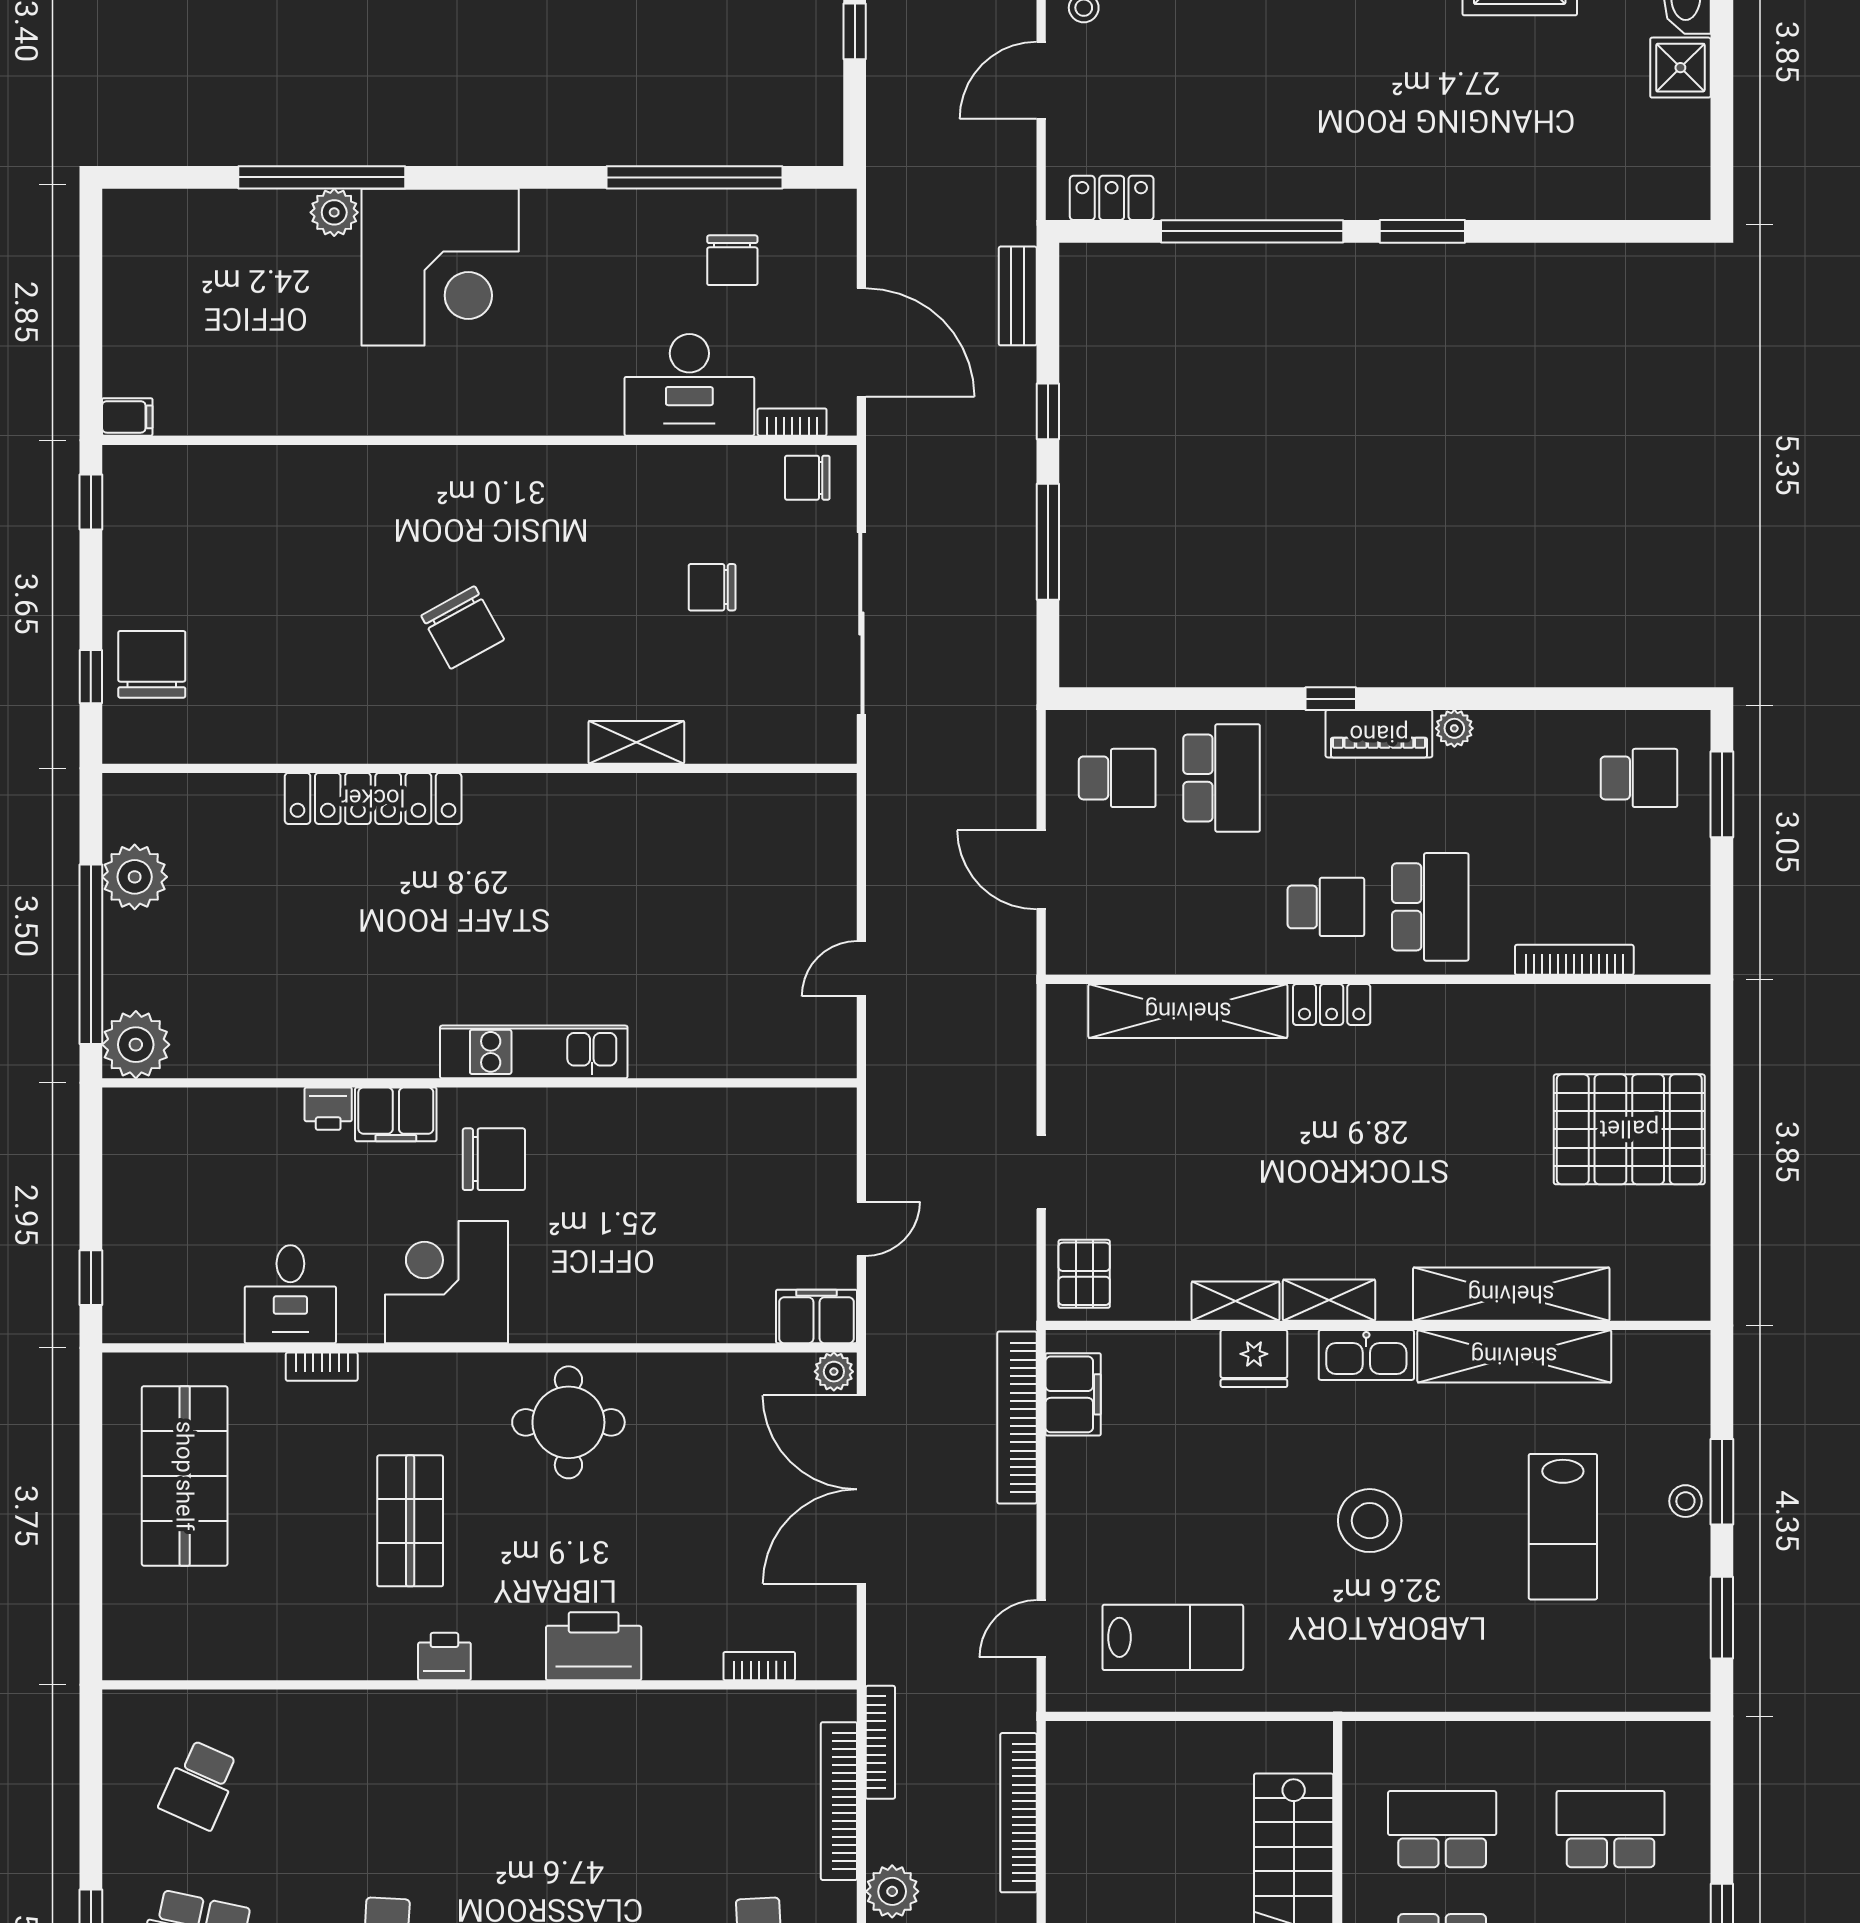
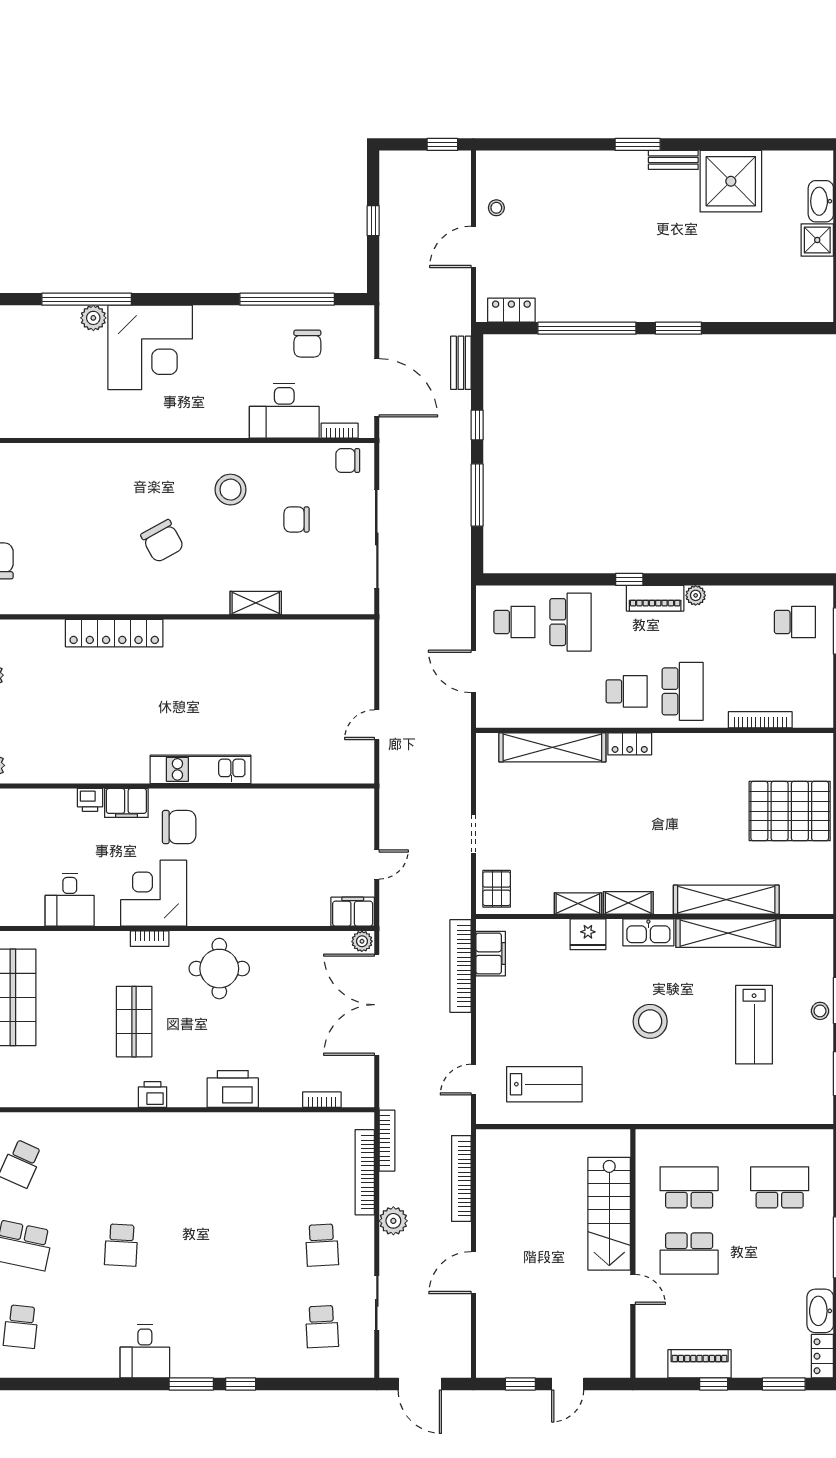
stool: (589, 532) -> (231, 490), added
bookcase: (322, 1367) -> (150, 939), moved

